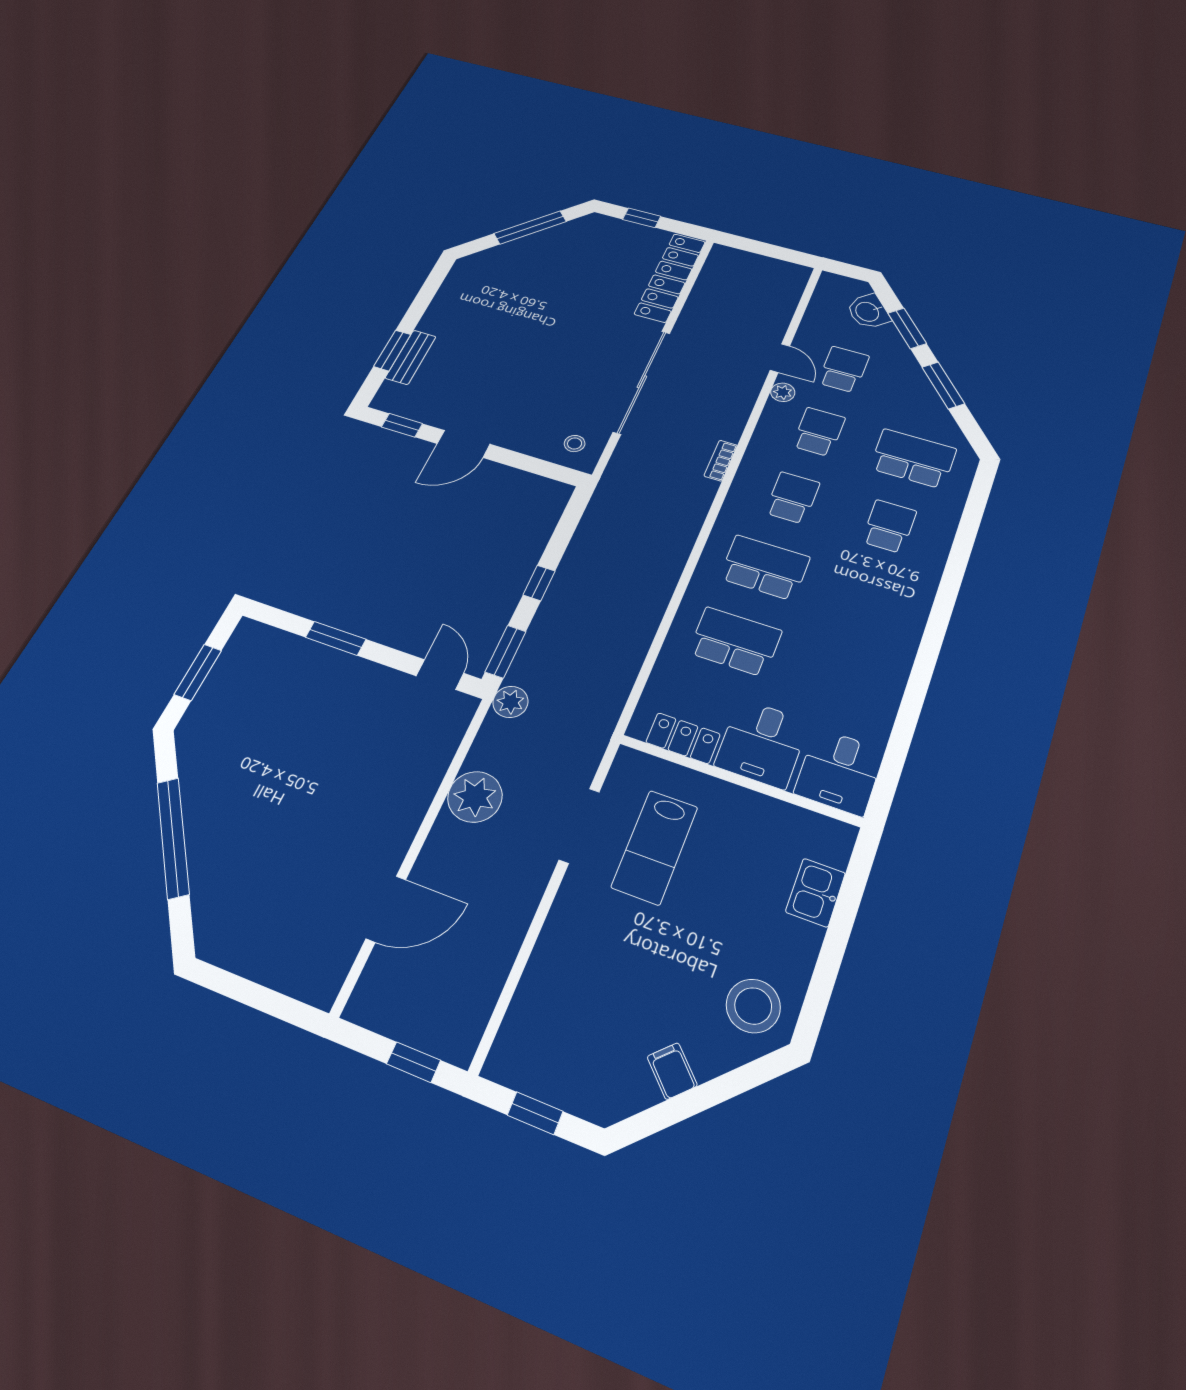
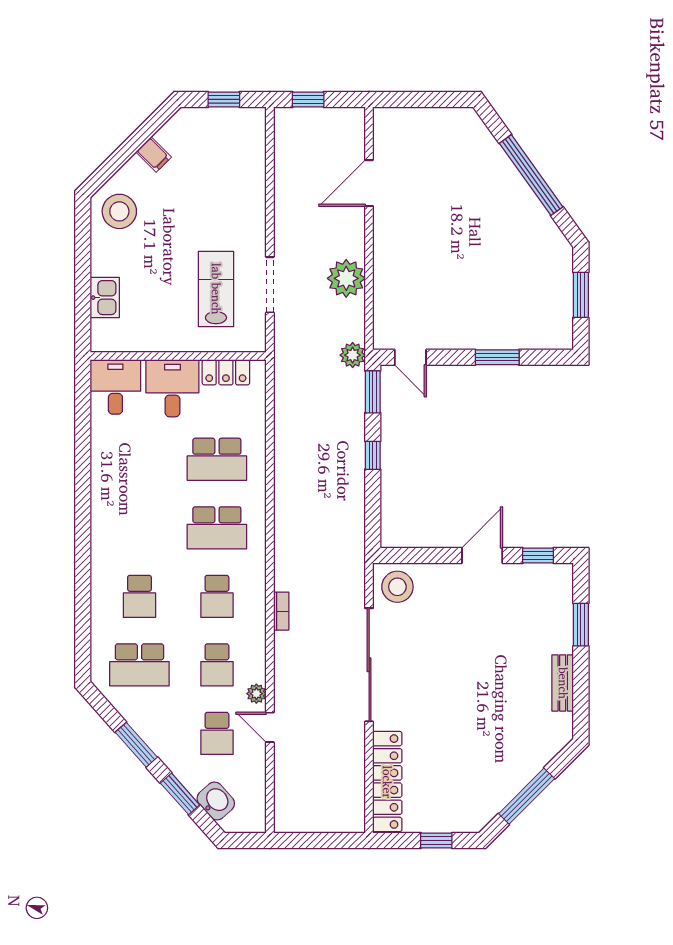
bench: (411, 357) -> (563, 683), moved
stool: (575, 443) -> (397, 587), width x1.89, depth x1.89

